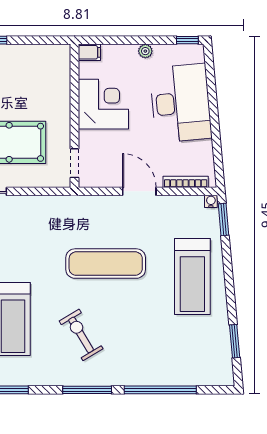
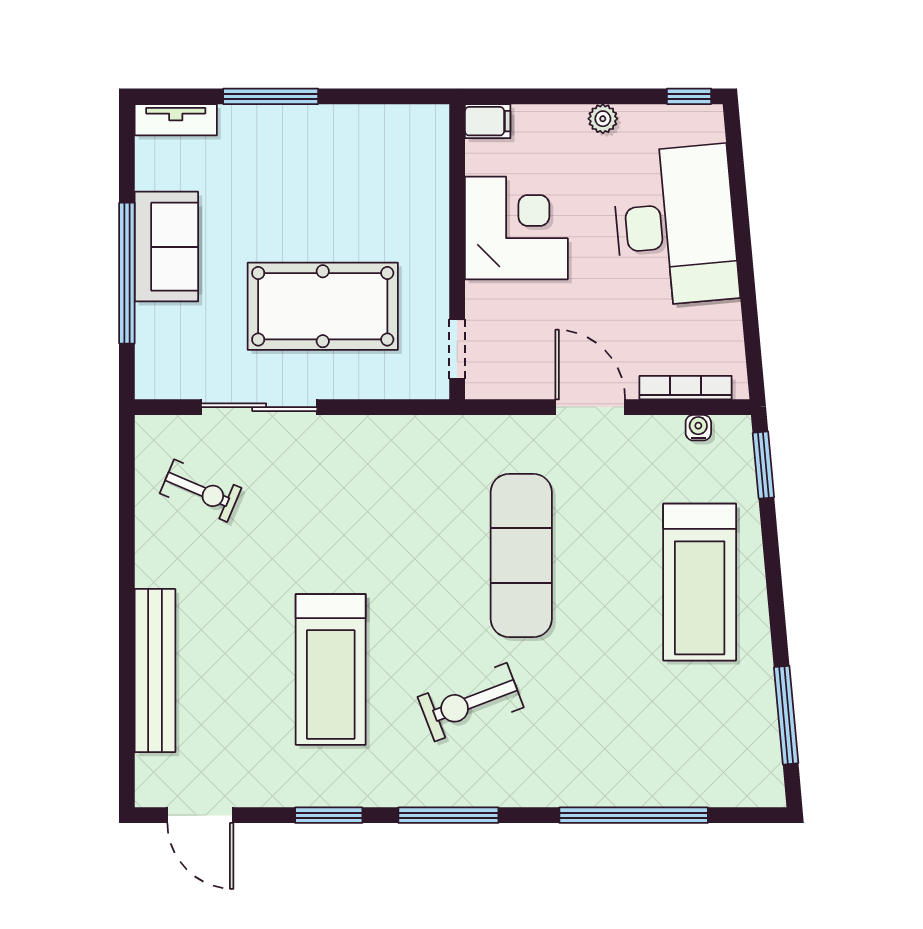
water cooler: (211, 201) -> (698, 428), moved
exercise mat: (106, 264) -> (521, 555), turned 90
exercise bike: (81, 335) -> (471, 702), turned -80
window: (235, 341) -> (786, 715), width x1.44
window: (87, 390) -> (448, 815), moved

